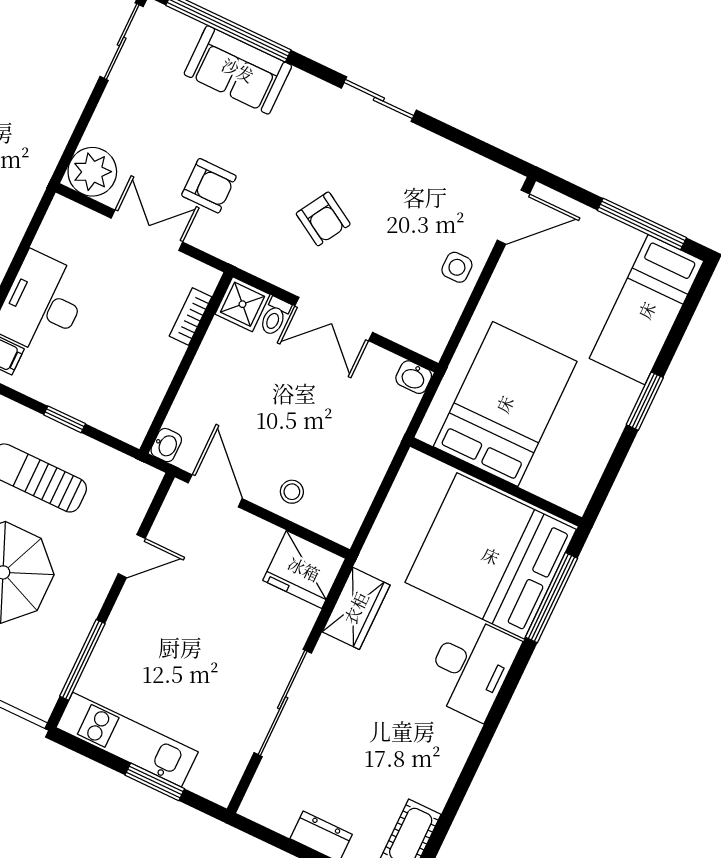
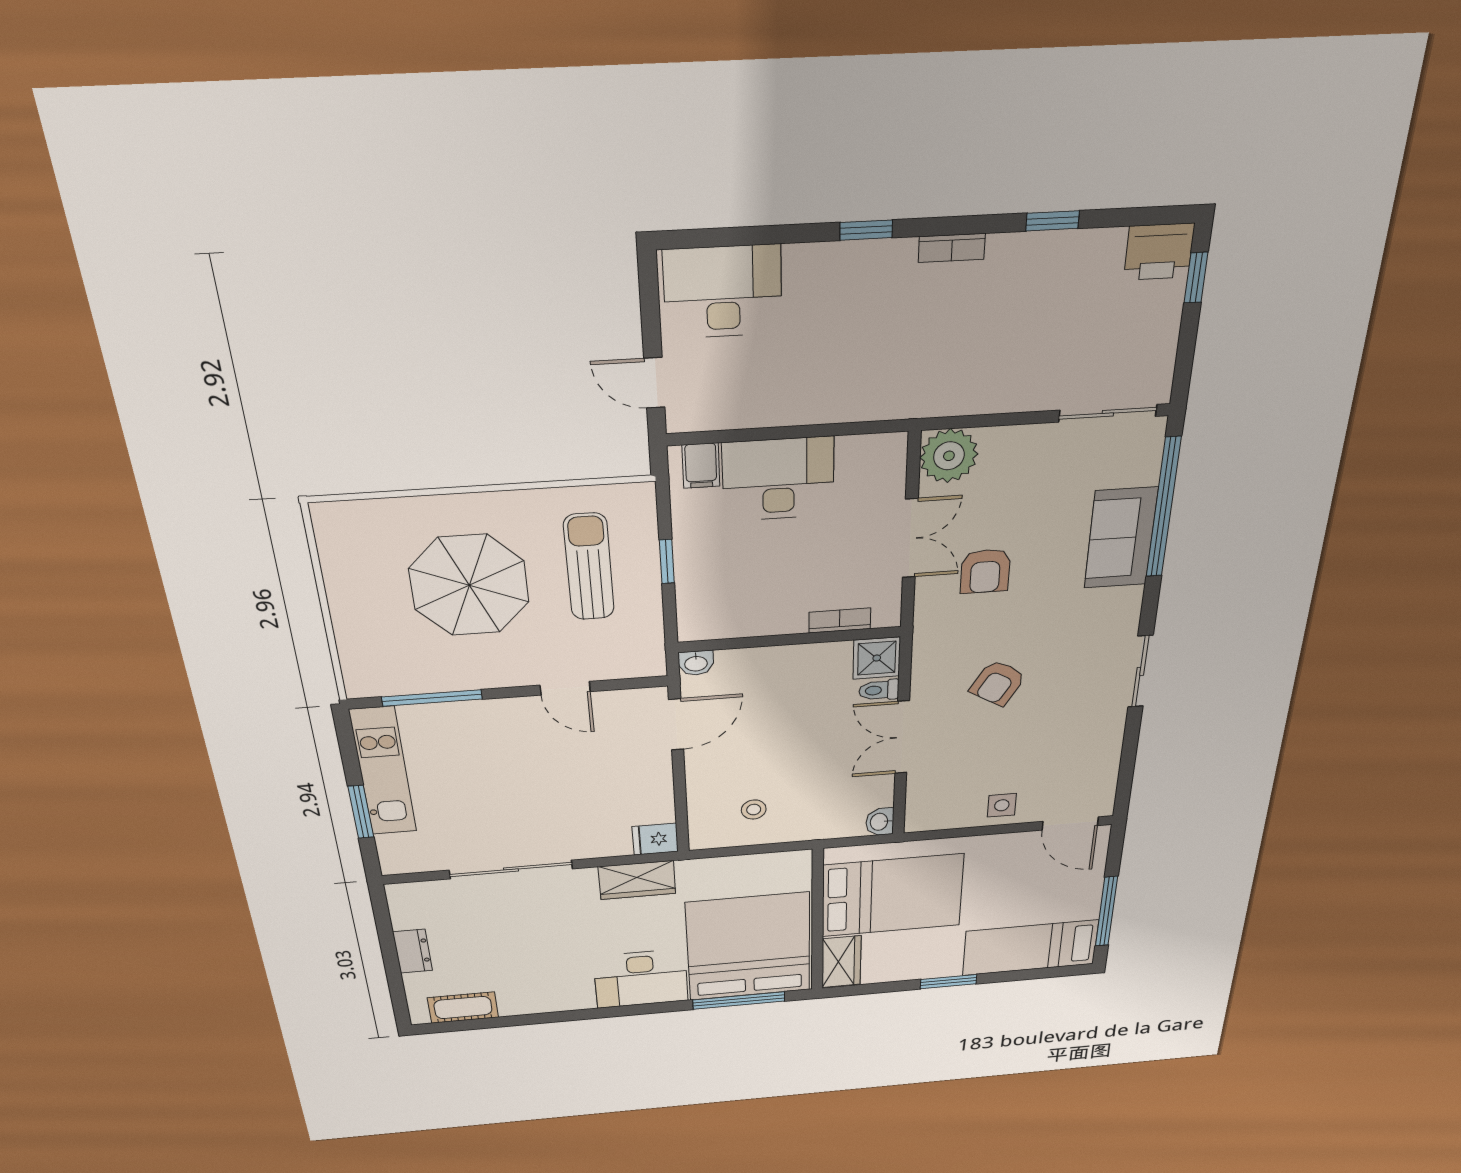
wardrobe: (559, 485) -> (841, 962), added
stool: (292, 492) -> (754, 810), moved
fridge: (304, 569) -> (655, 839), width x0.53, depth x0.75

